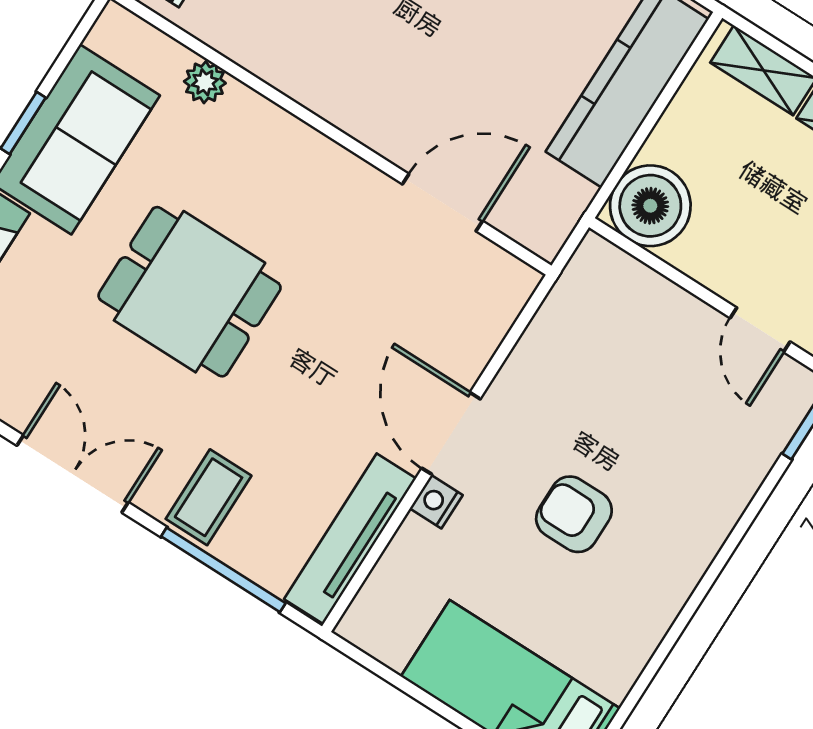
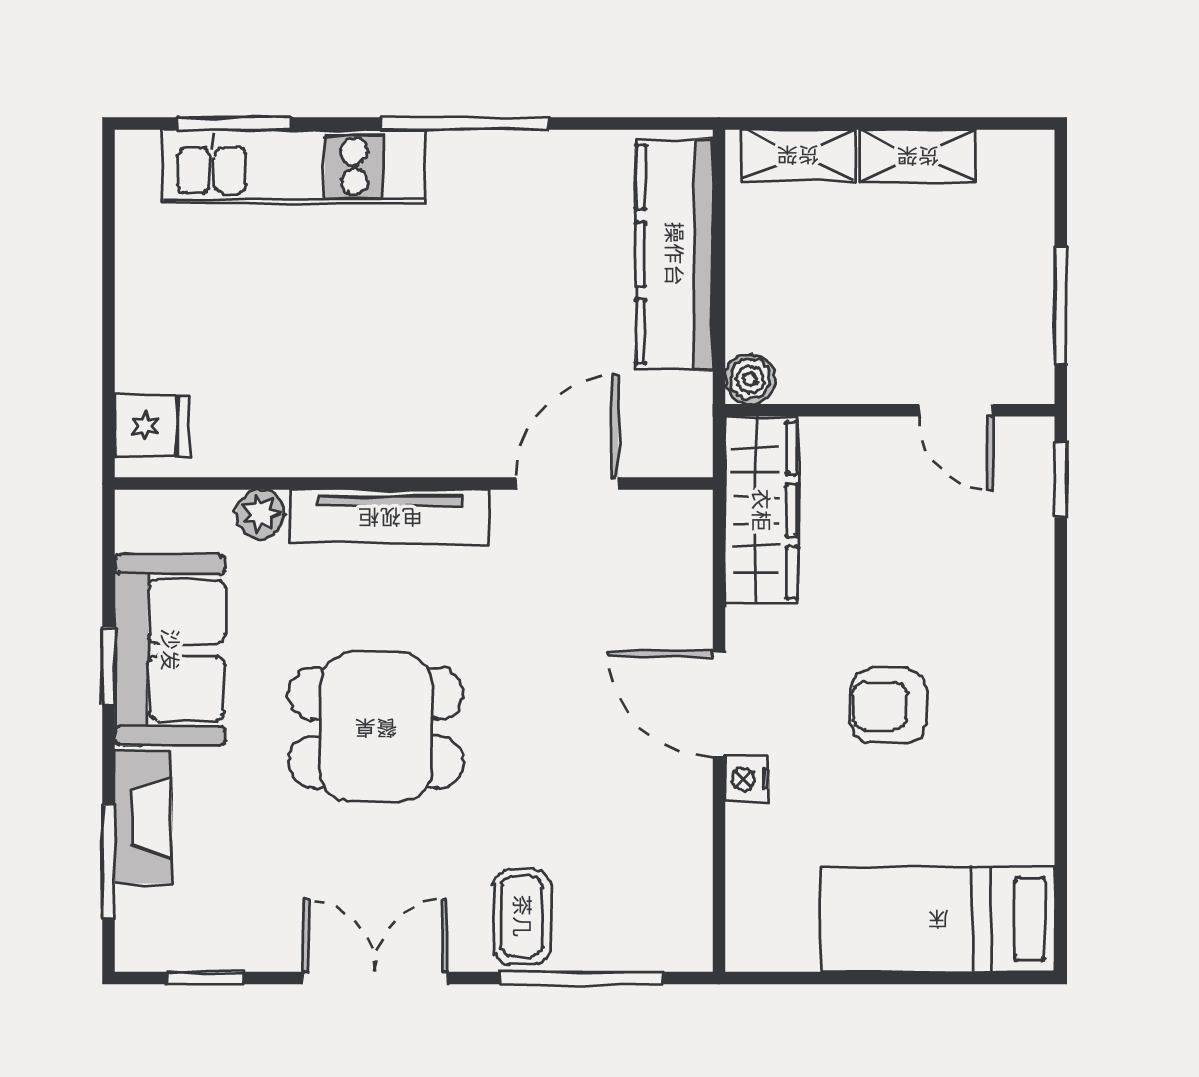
boiler: (650, 206) -> (750, 379), width x0.54, depth x0.54
wardrobe: (572, 312) -> (761, 510), added
tv unit: (350, 539) -> (390, 517), moved, turned -90

